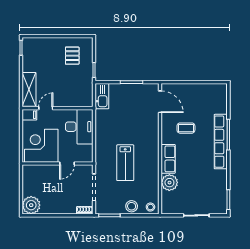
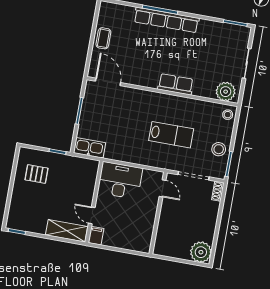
door: (160, 102) -> (108, 82), hinge flipped
coffee table: (186, 128) -> (103, 38), moved
corner desk: (41, 146) -> (134, 228), removed
door: (67, 163) -> (163, 188), moved
plant: (169, 183) -> (226, 92), moved
stool: (132, 206) -> (219, 149), moved

